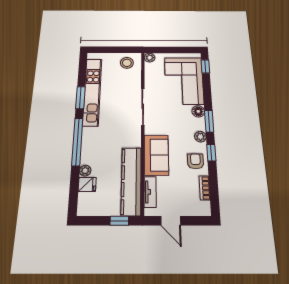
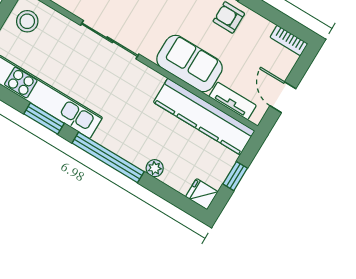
fridge: (87, 184) -> (202, 194), moved, turned -90
bookcase: (205, 188) -> (289, 40), moved
window: (119, 221) -> (235, 176), moved
door: (171, 221) -> (283, 97), swing flipped

